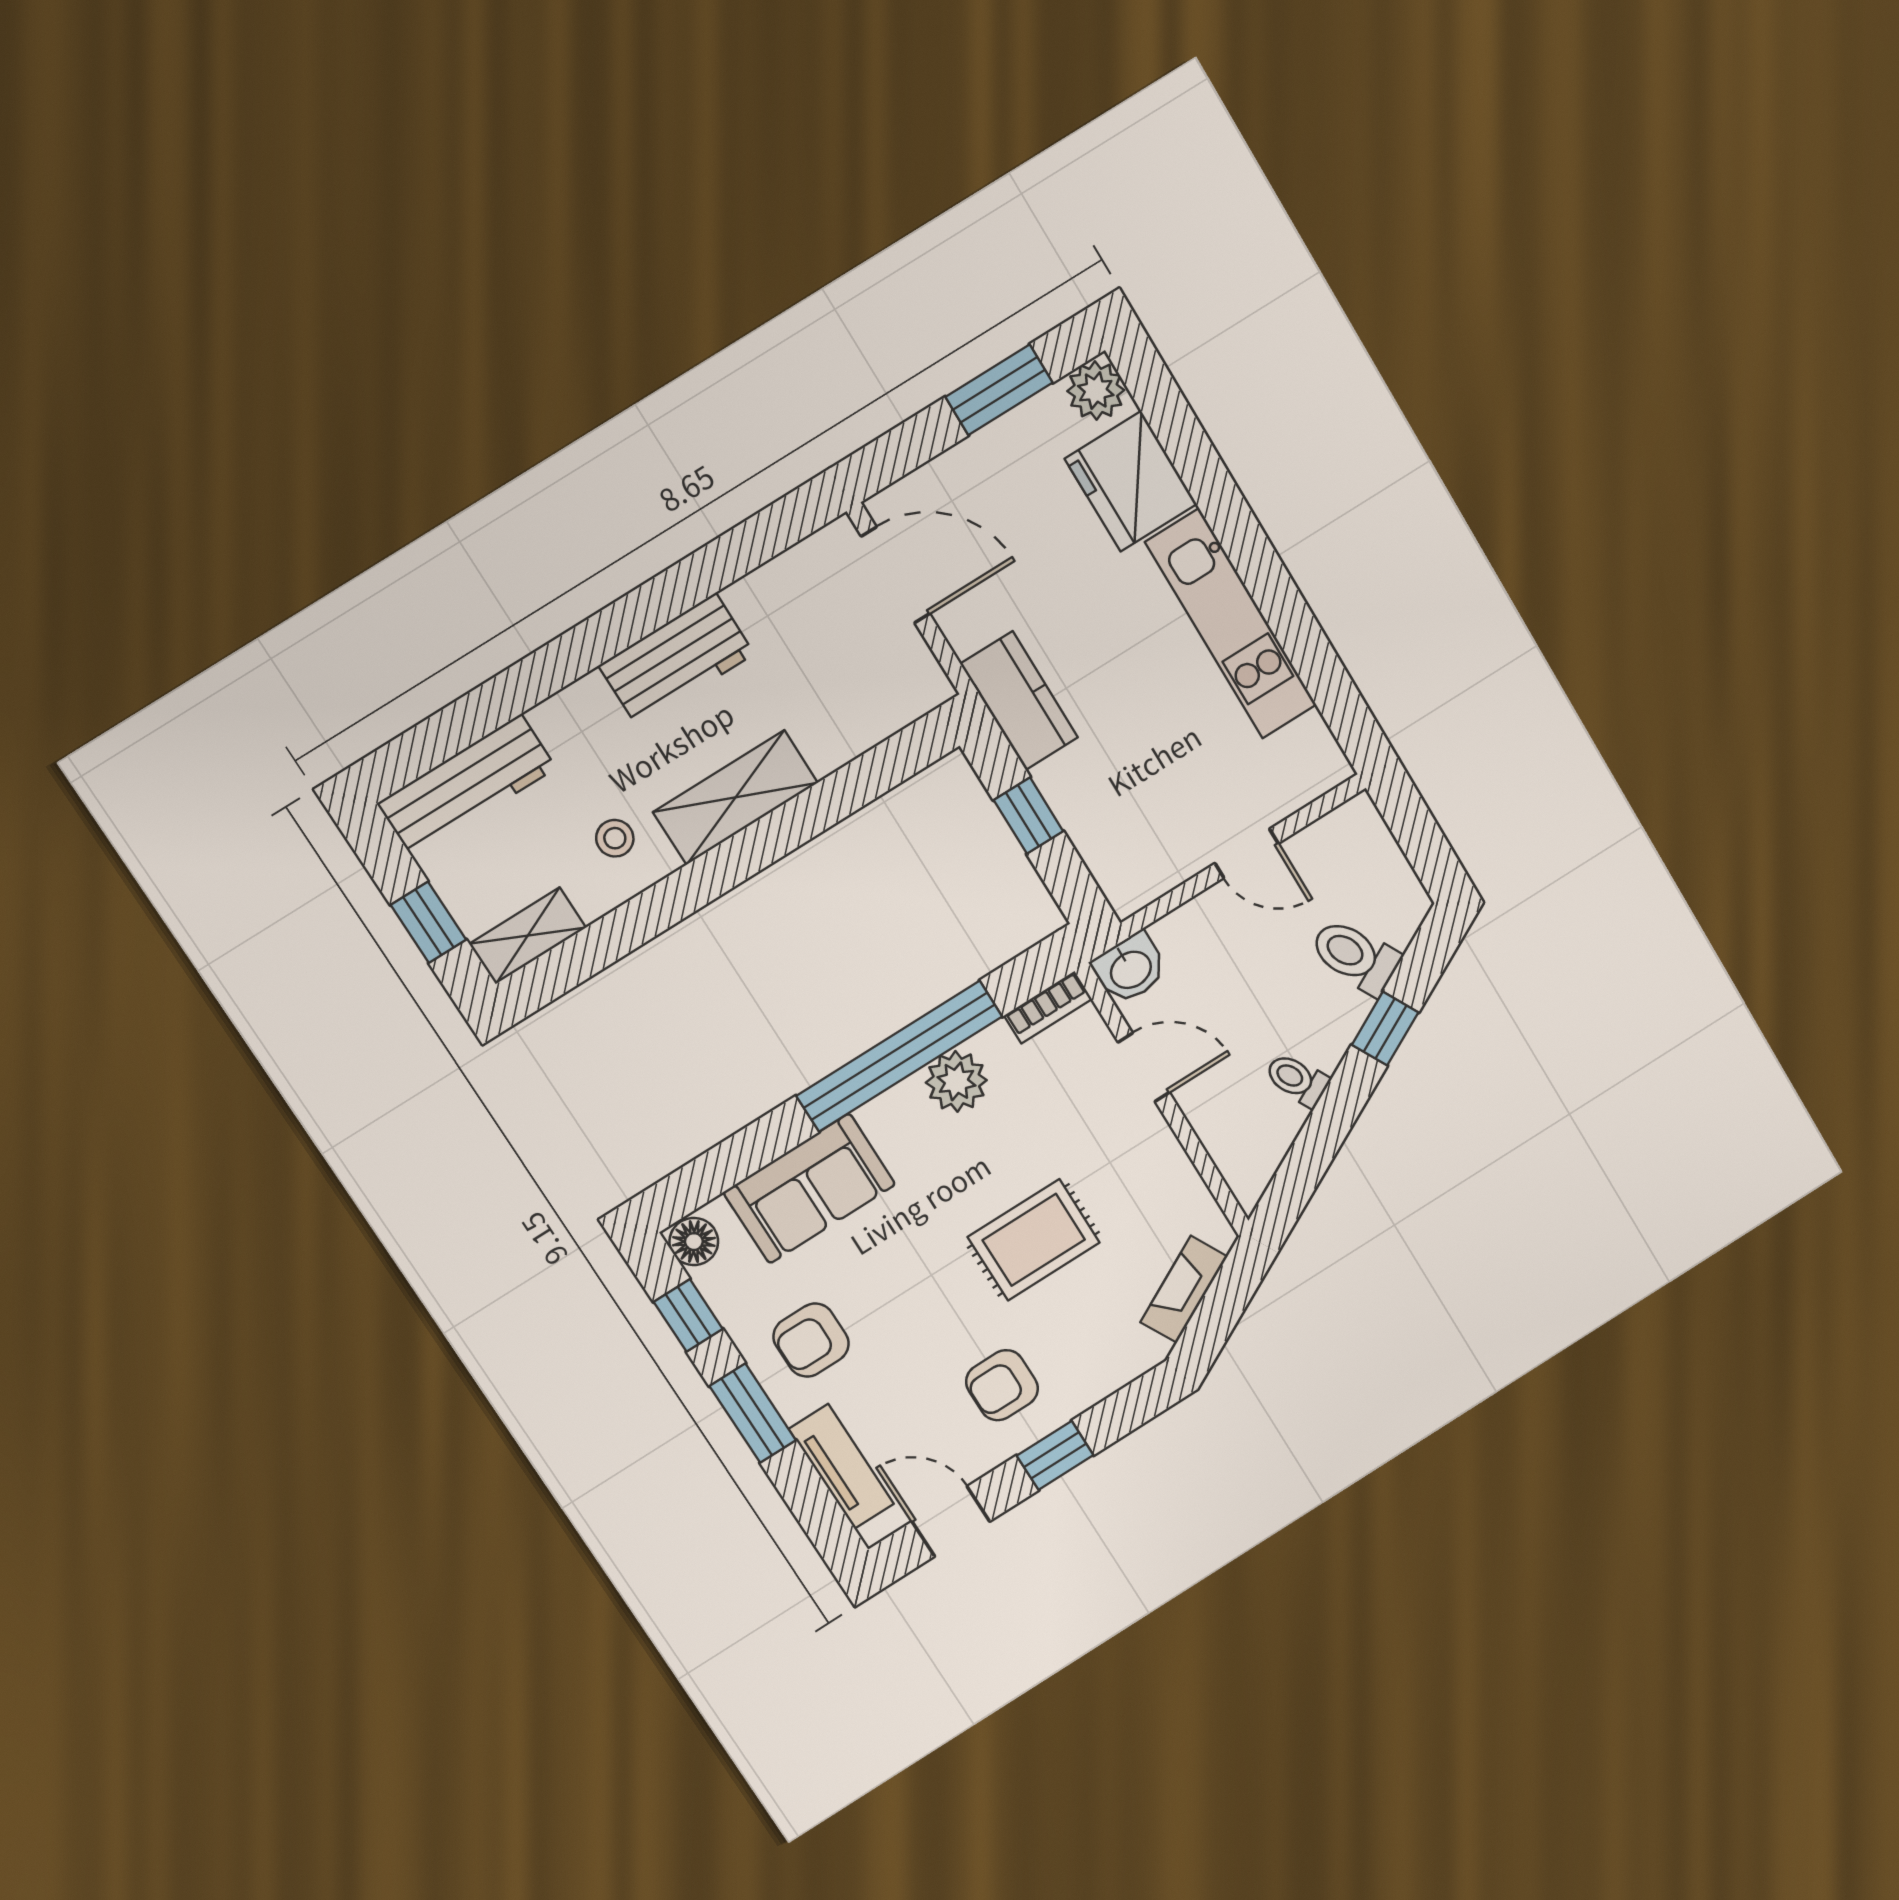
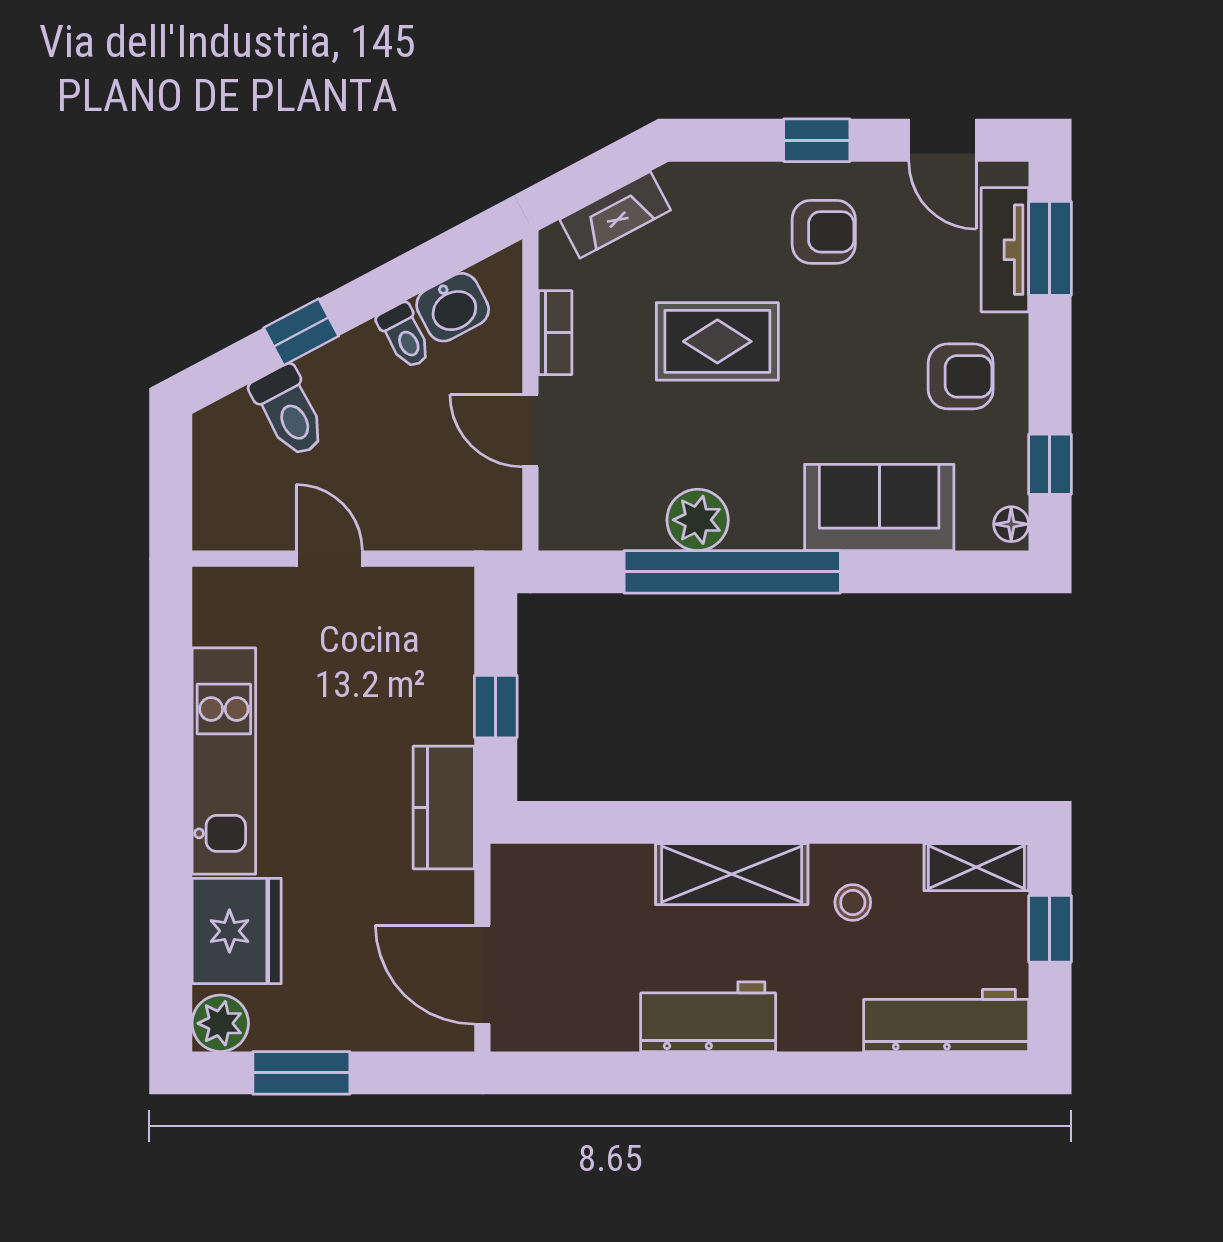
washbasin: (1130, 968) -> (453, 307), moved, turned 152
bookcase: (1048, 1007) -> (555, 333), moved, turned 90
floor lamp: (694, 1242) -> (1011, 524), width x0.73, depth x0.73
window: (753, 1413) -> (1050, 248), moved

